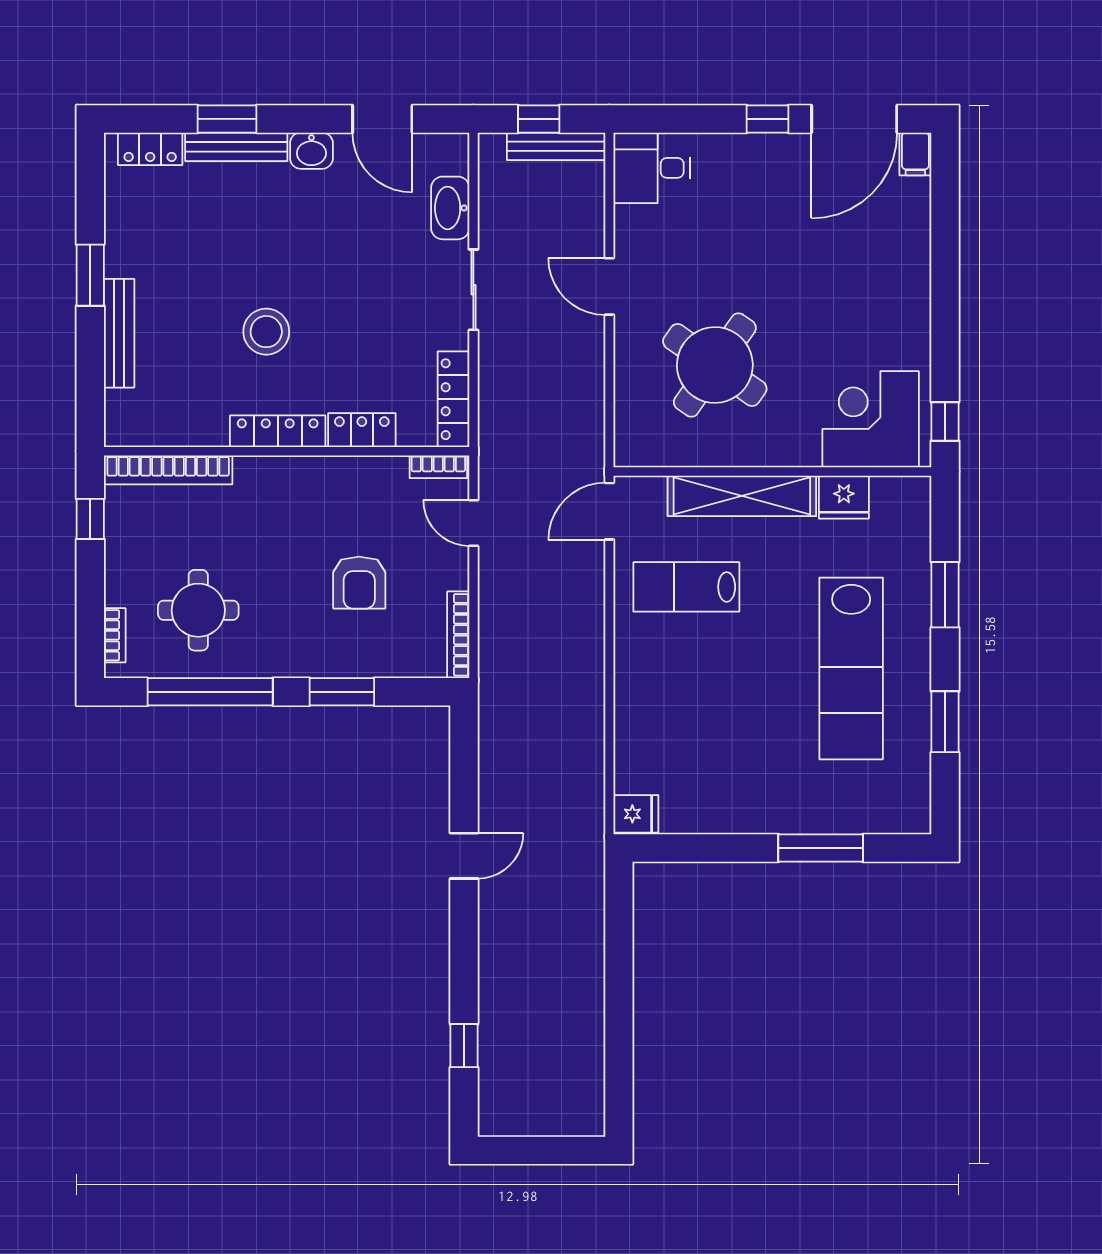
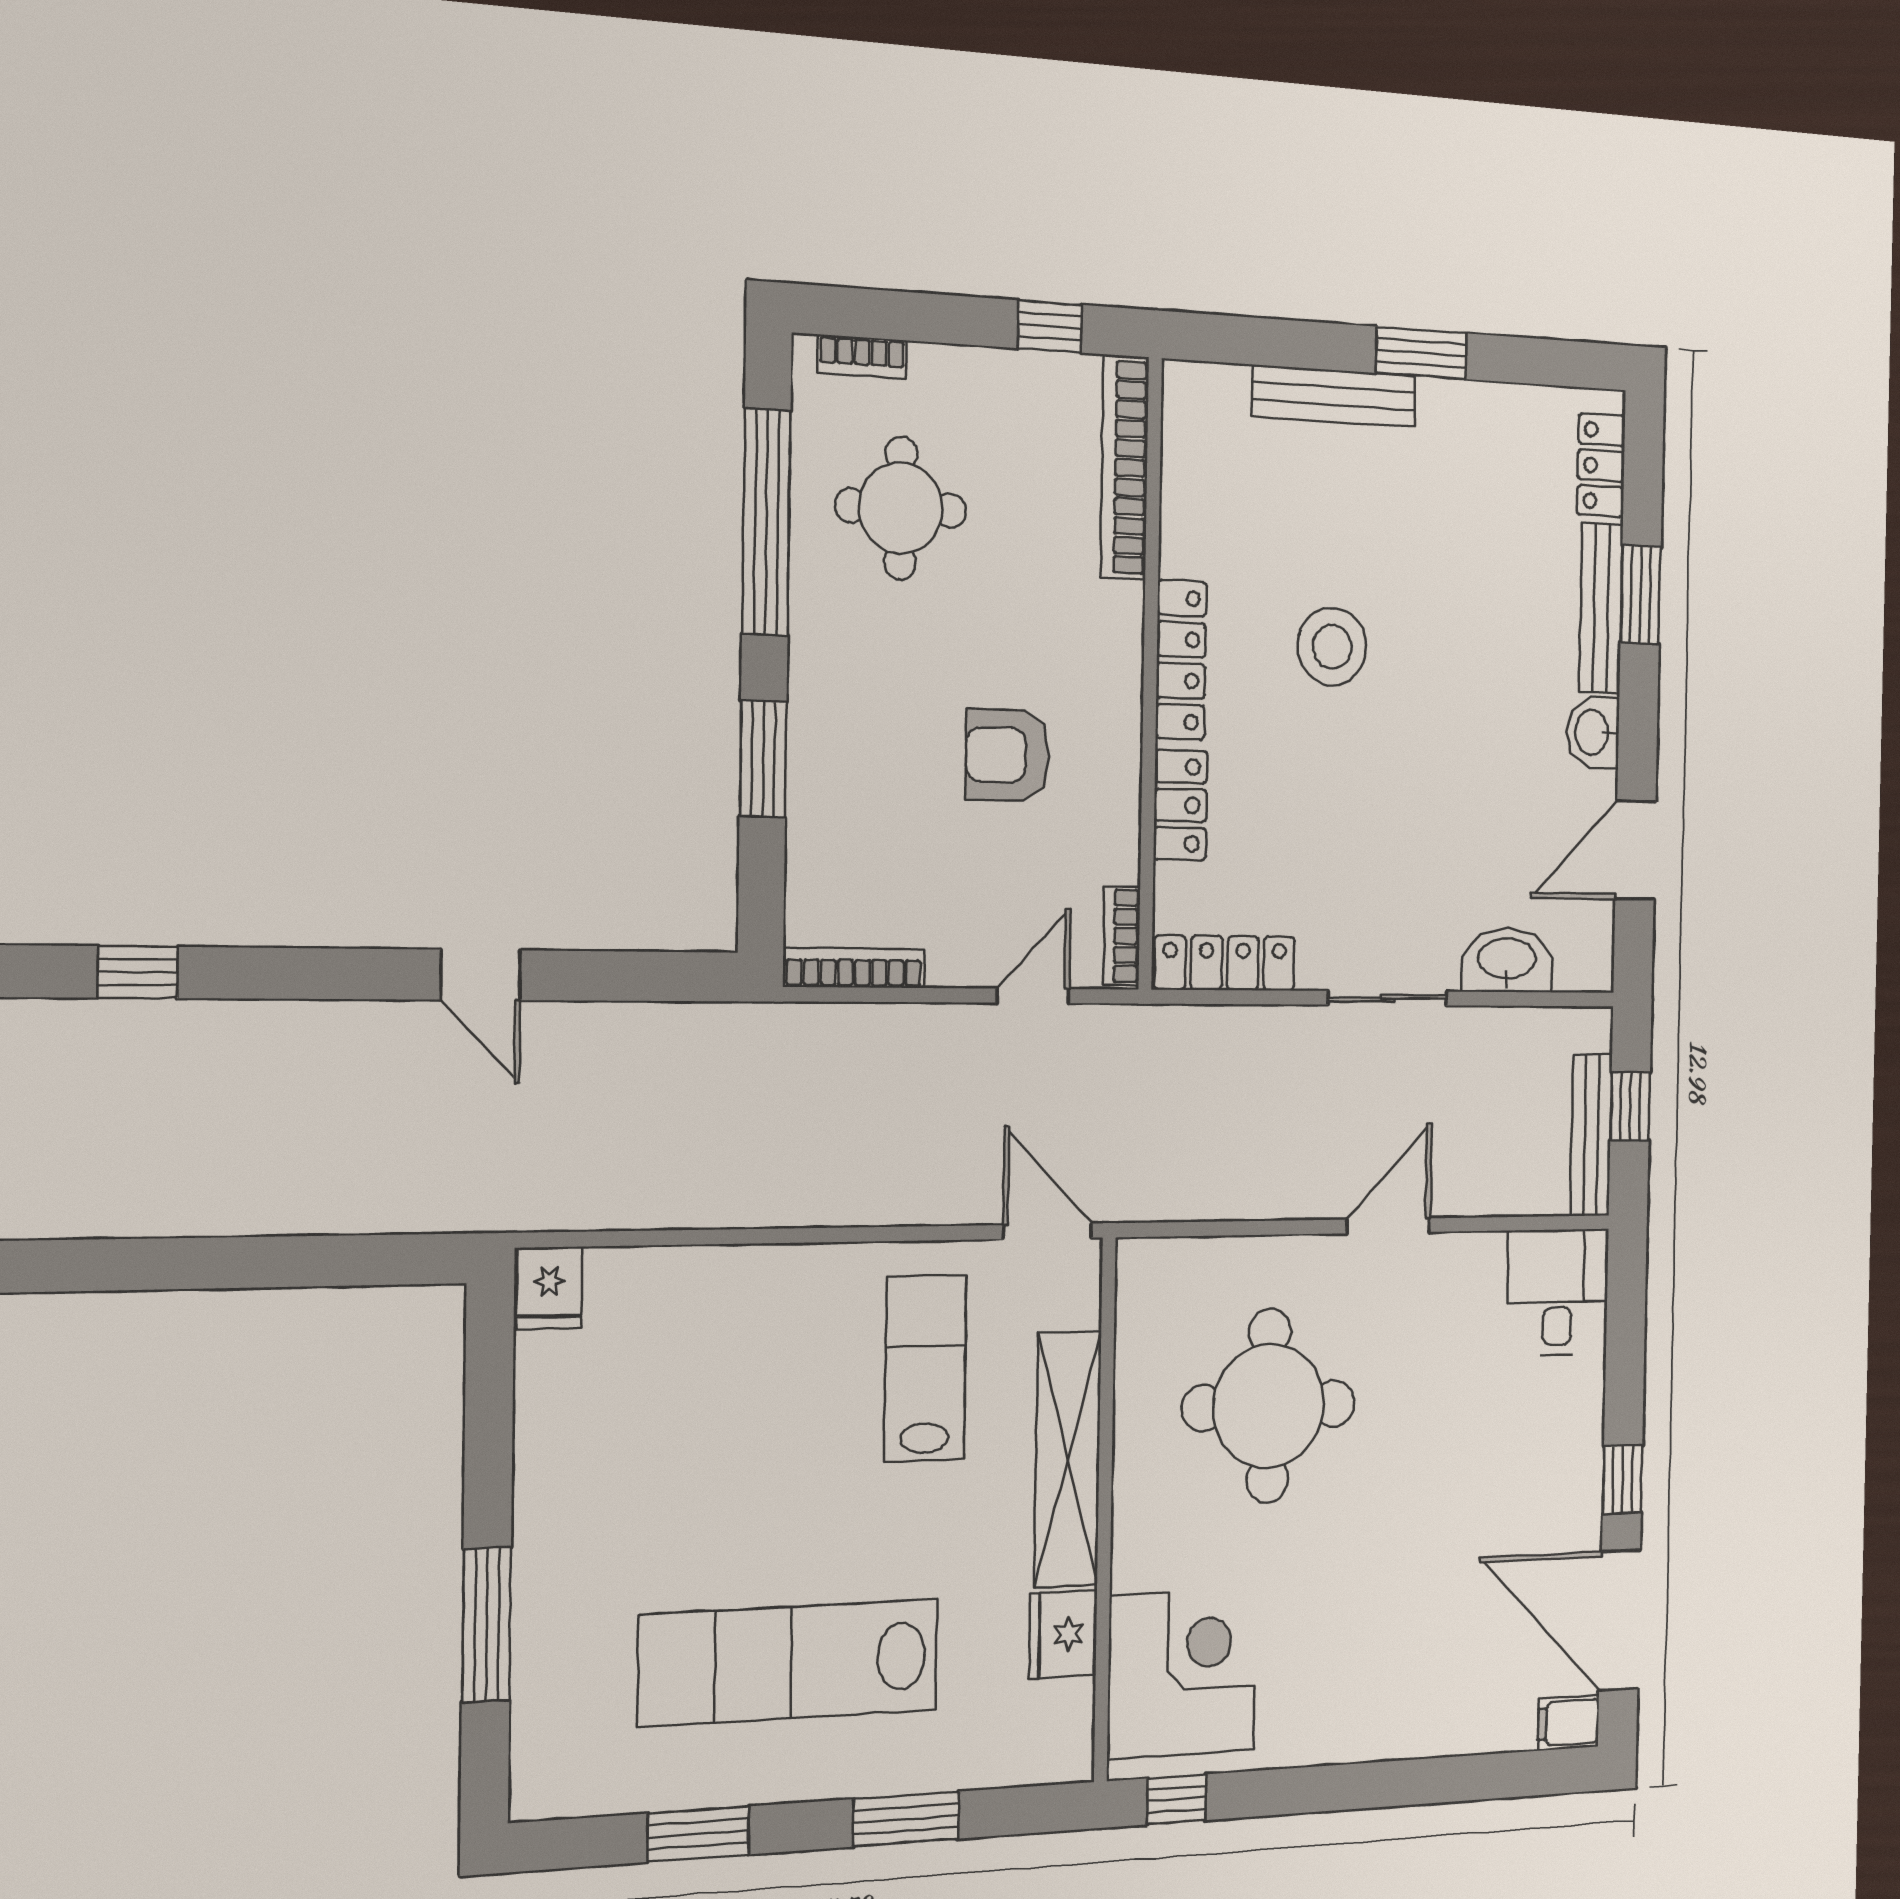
round table: (715, 365) -> (1269, 1406), turned -35
armchair: (359, 583) -> (1008, 755), moved

